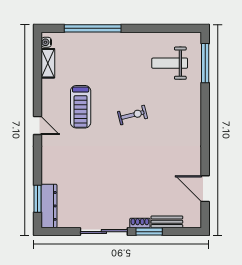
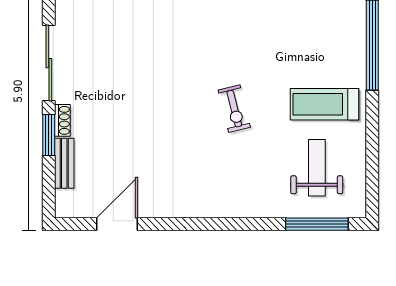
treadmill: (81, 107) -> (325, 104), moved

